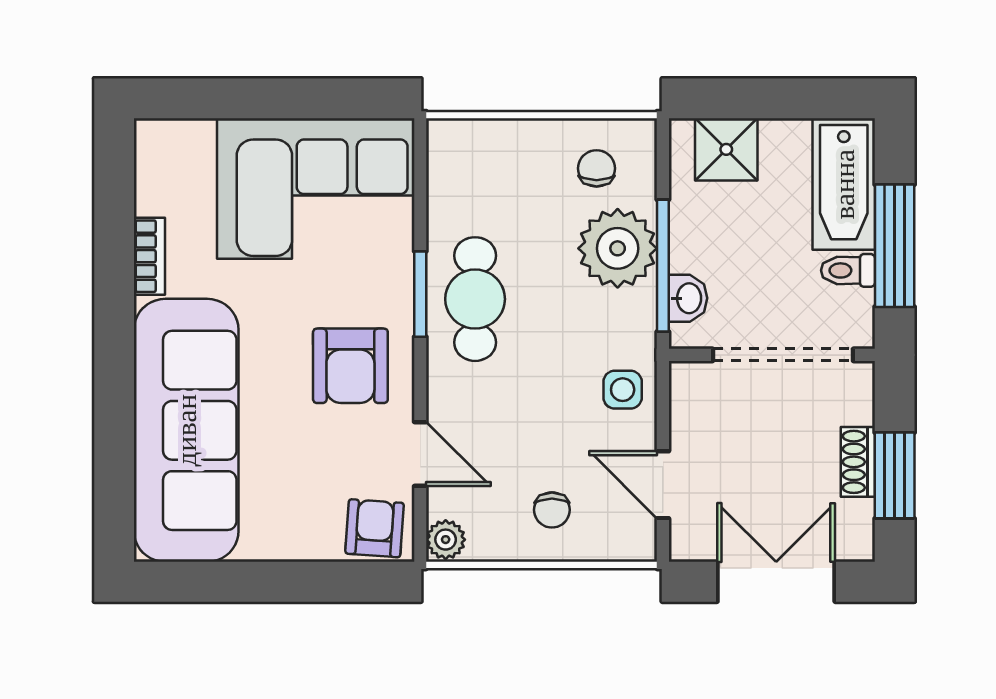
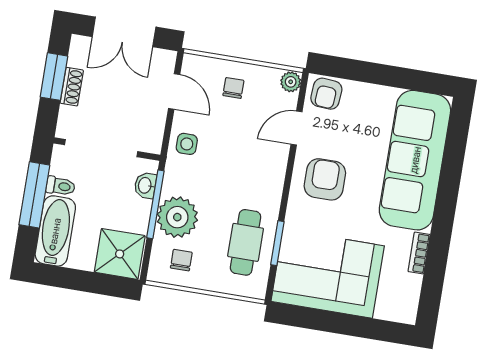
shower: (726, 149) -> (120, 254), width x1.36, depth x1.36
chair: (597, 168) -> (181, 260), turned 180
window: (420, 294) -> (277, 243), moved
cafe table: (475, 299) -> (246, 242), moved
door: (420, 454) -> (296, 128), hinge flipped

